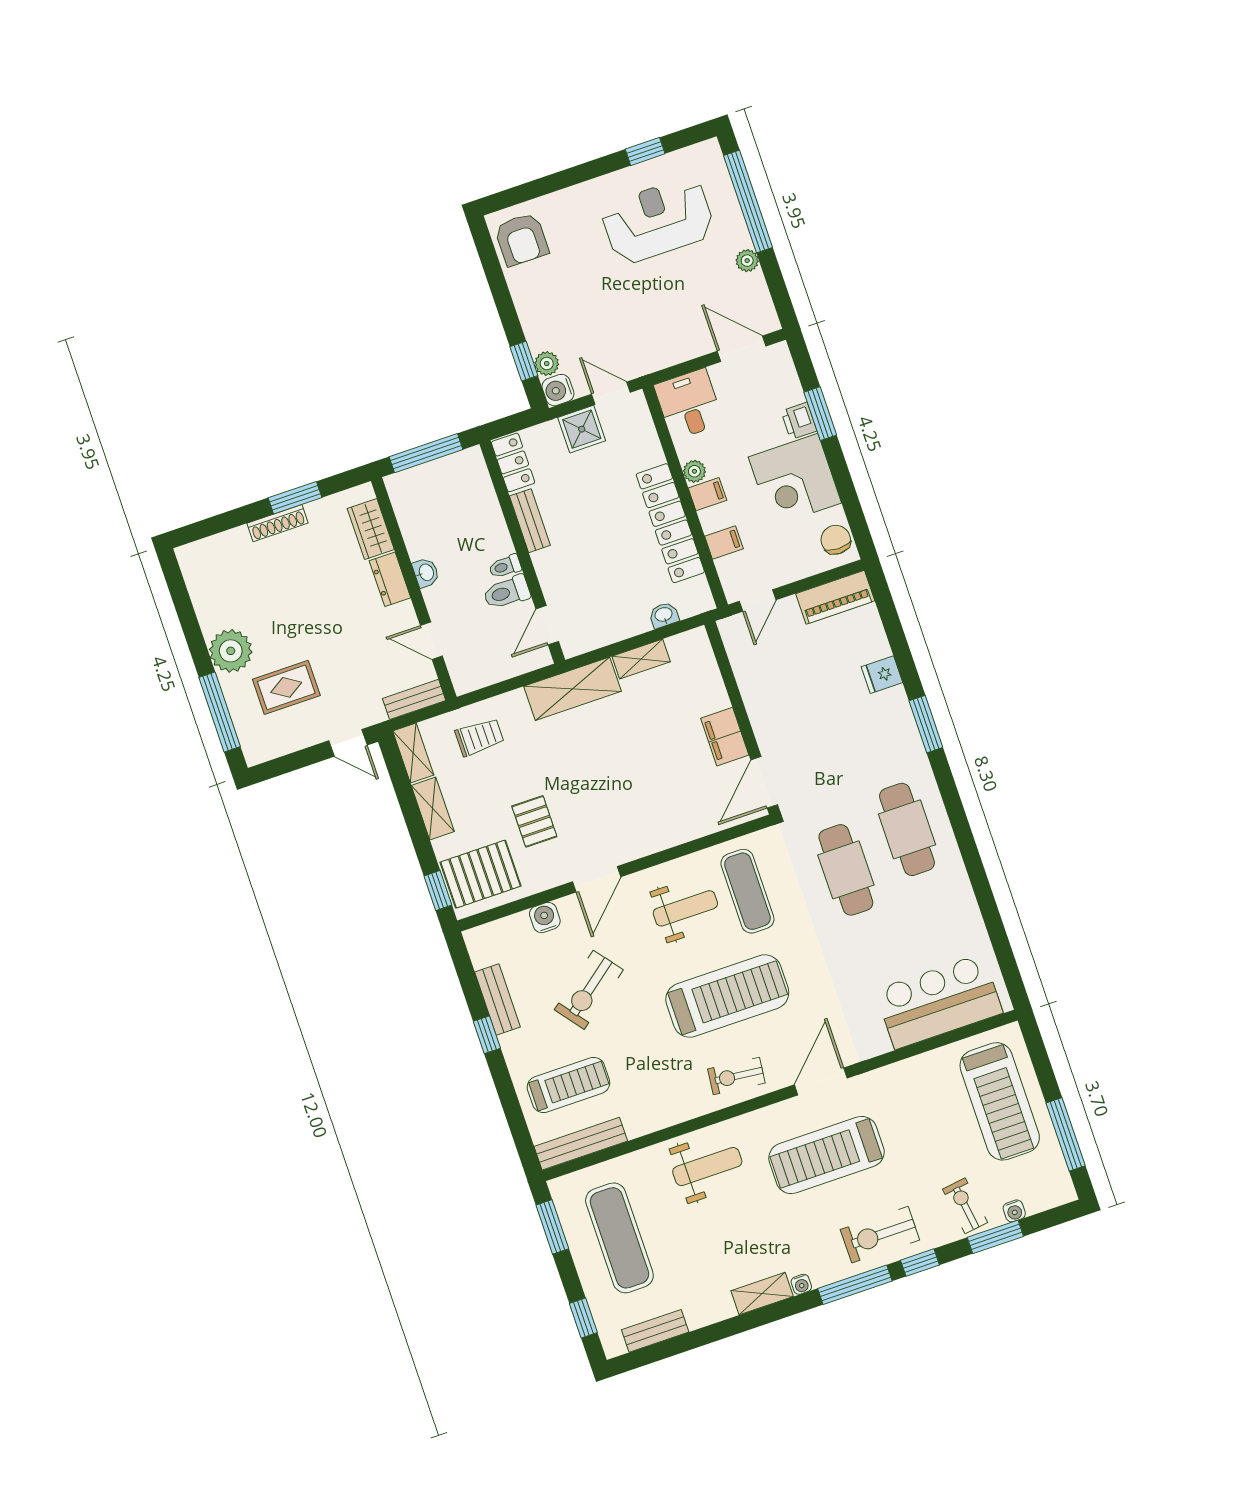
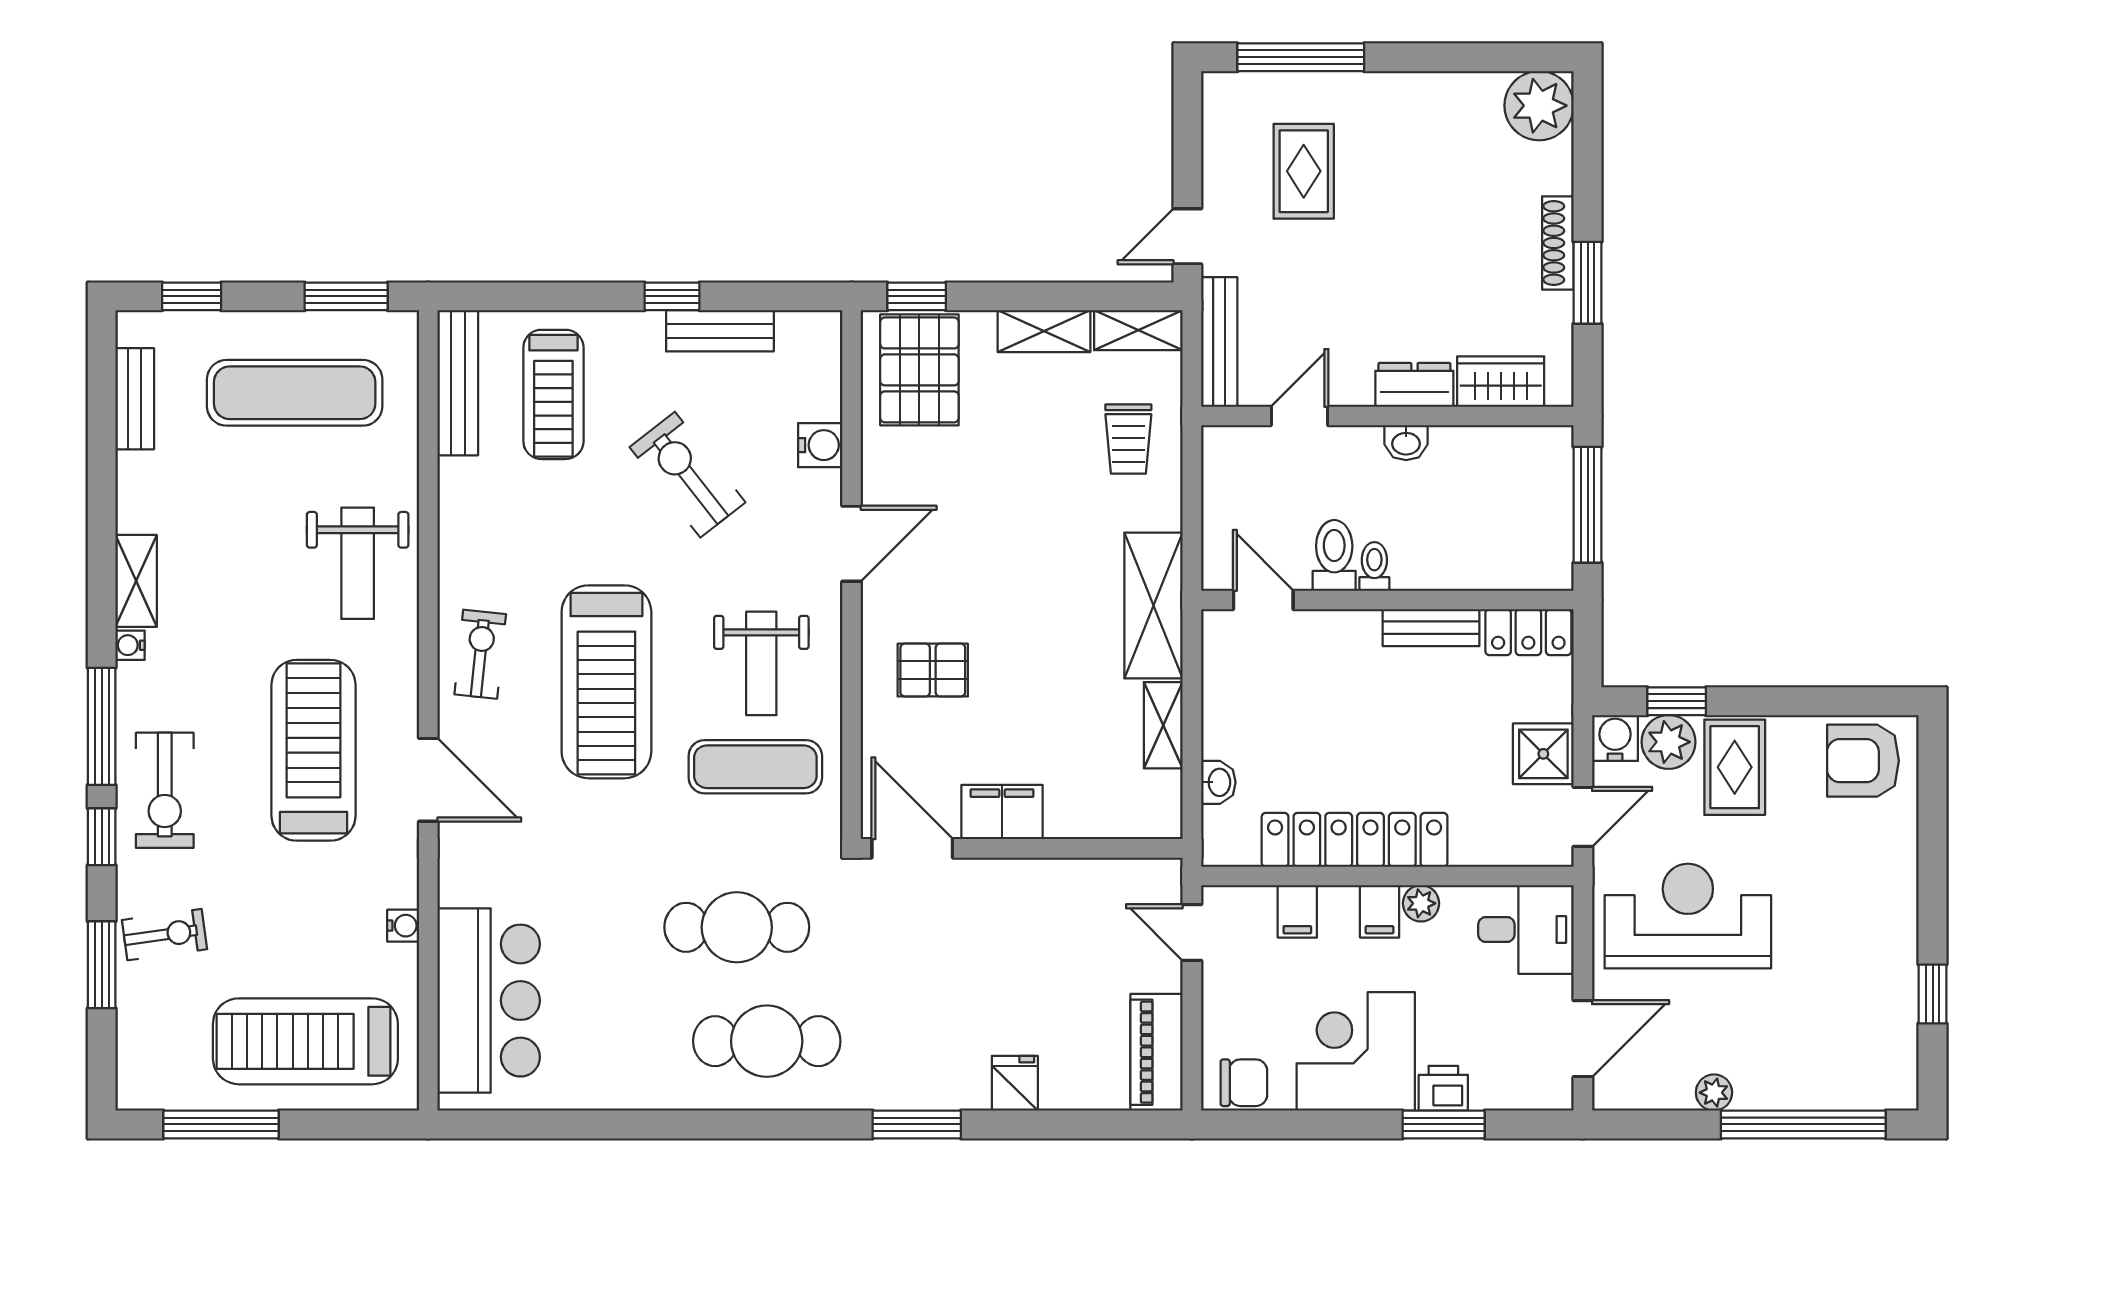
reception desk: (658, 220) -> (1688, 916), moved, turned -90
rug: (551, 314) -> (1735, 767), added
plant: (547, 364) -> (1669, 742), width x1.38, depth x1.38
plant: (231, 651) -> (1539, 106), moved
bench: (414, 699) -> (1219, 342), width x1.36
pallet: (534, 821) -> (933, 670), moved
door: (597, 879) -> (851, 544), swing flipped
water cooler: (1014, 1211) -> (403, 926), moved, turned 180
exercise bike: (880, 1235) -> (165, 790), turned 180

